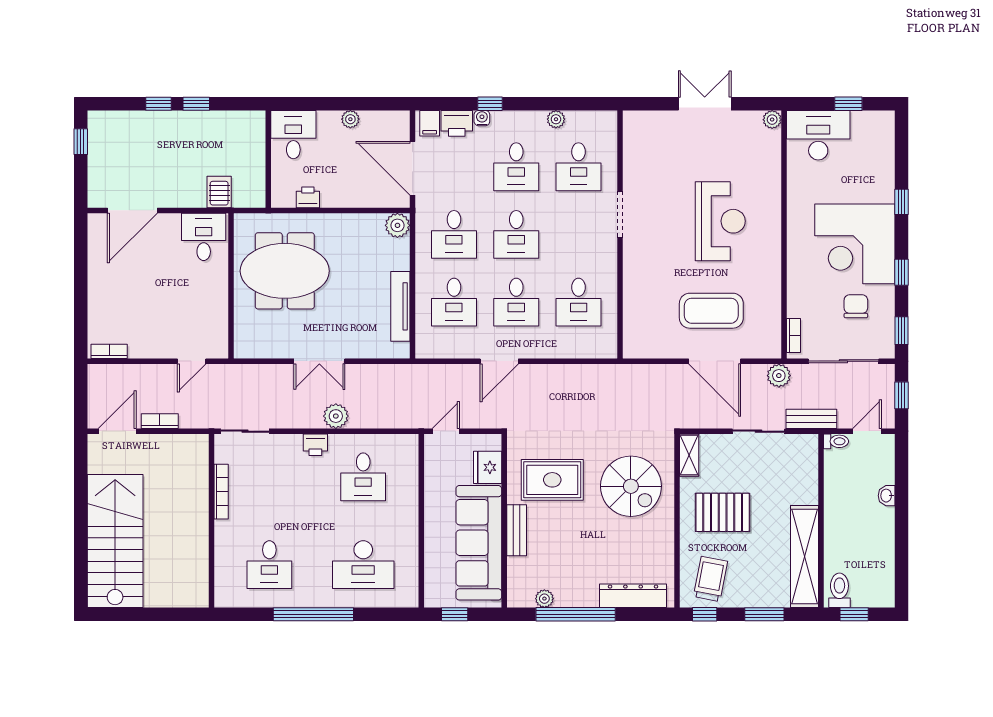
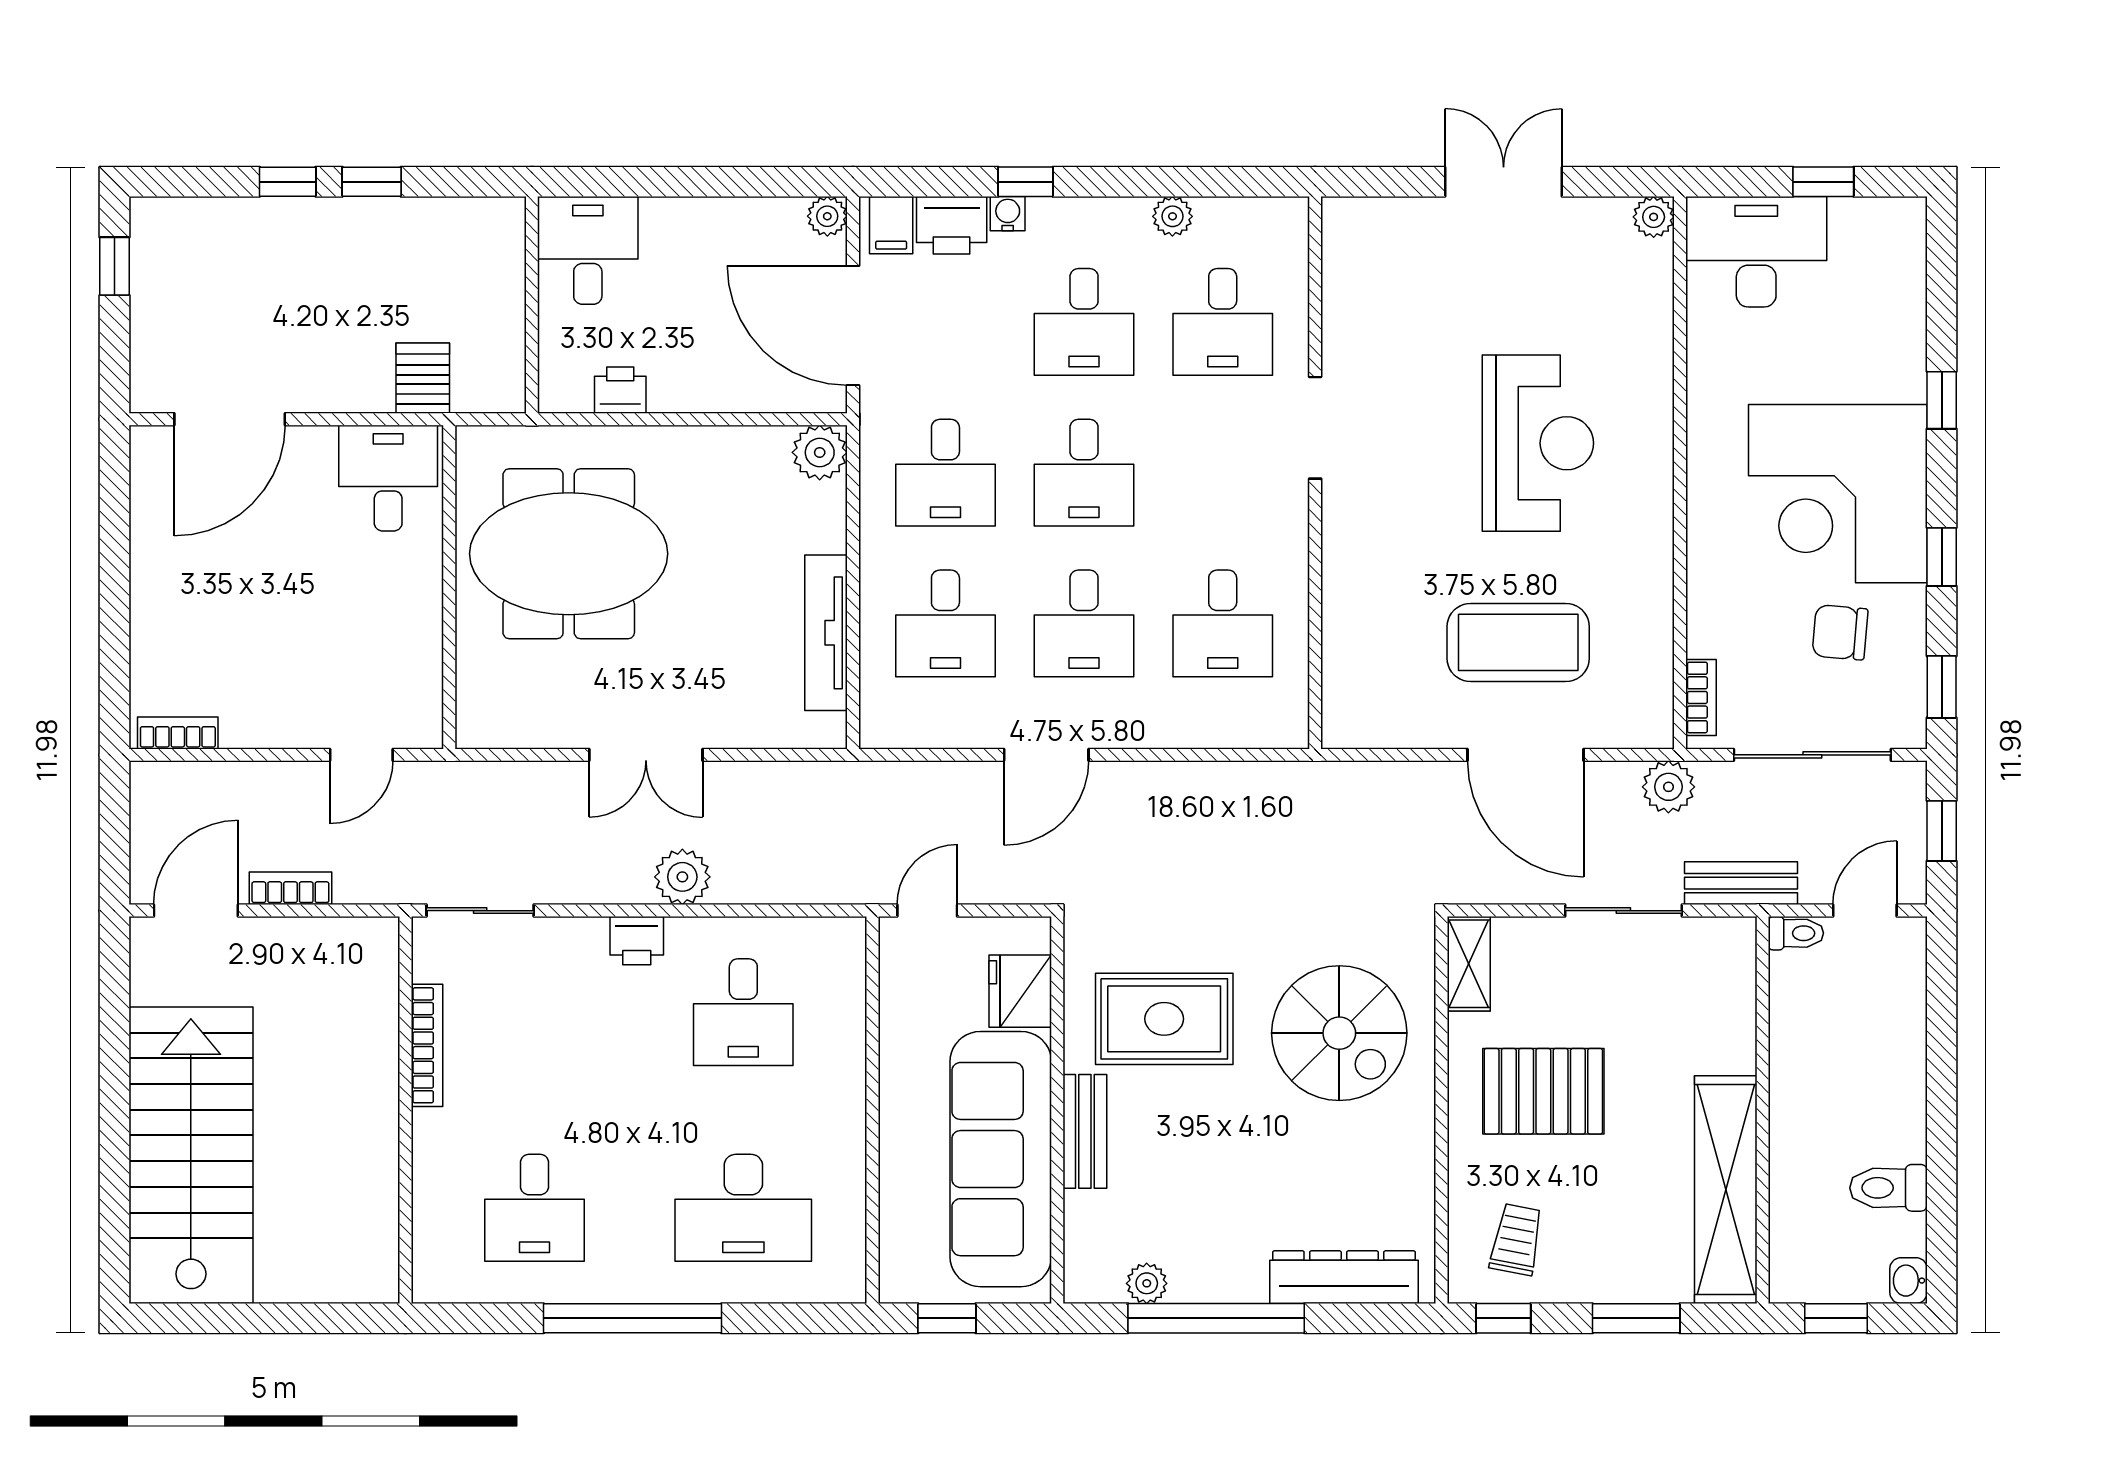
plant: (350, 119) -> (827, 216), moved
chair: (856, 306) -> (1840, 632), turned -85
washbasin: (887, 496) -> (1908, 1281), moved
trolley: (710, 579) -> (1516, 1240), width x0.73, depth x0.72
toilet: (839, 590) -> (1888, 1188), moved, turned -90

